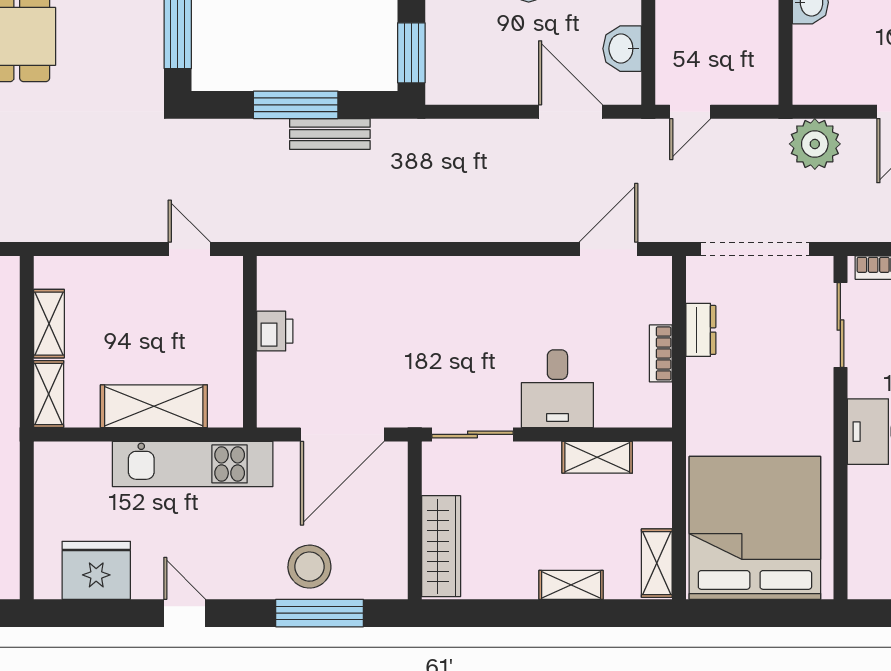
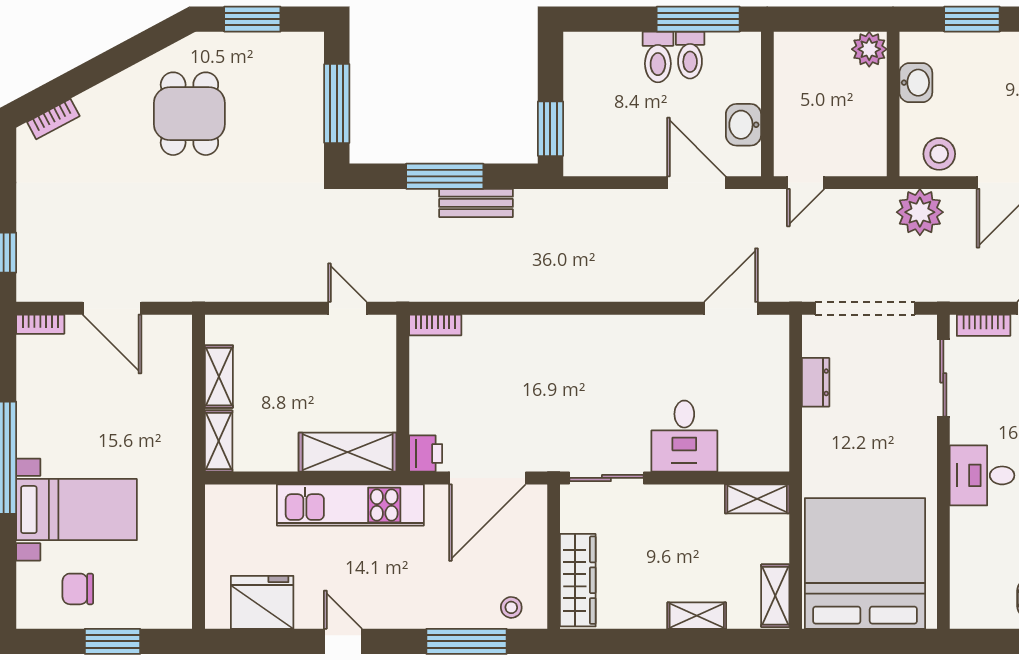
stool: (836, 80) -> (939, 154), added
printer: (275, 331) -> (426, 454), moved
bookcase: (661, 353) -> (435, 325), moved, turned -90
shelving: (154, 406) -> (348, 452), moved
shelving: (597, 457) -> (757, 499), moved
stool: (309, 567) -> (511, 607), moved, width x0.53, depth x0.53

